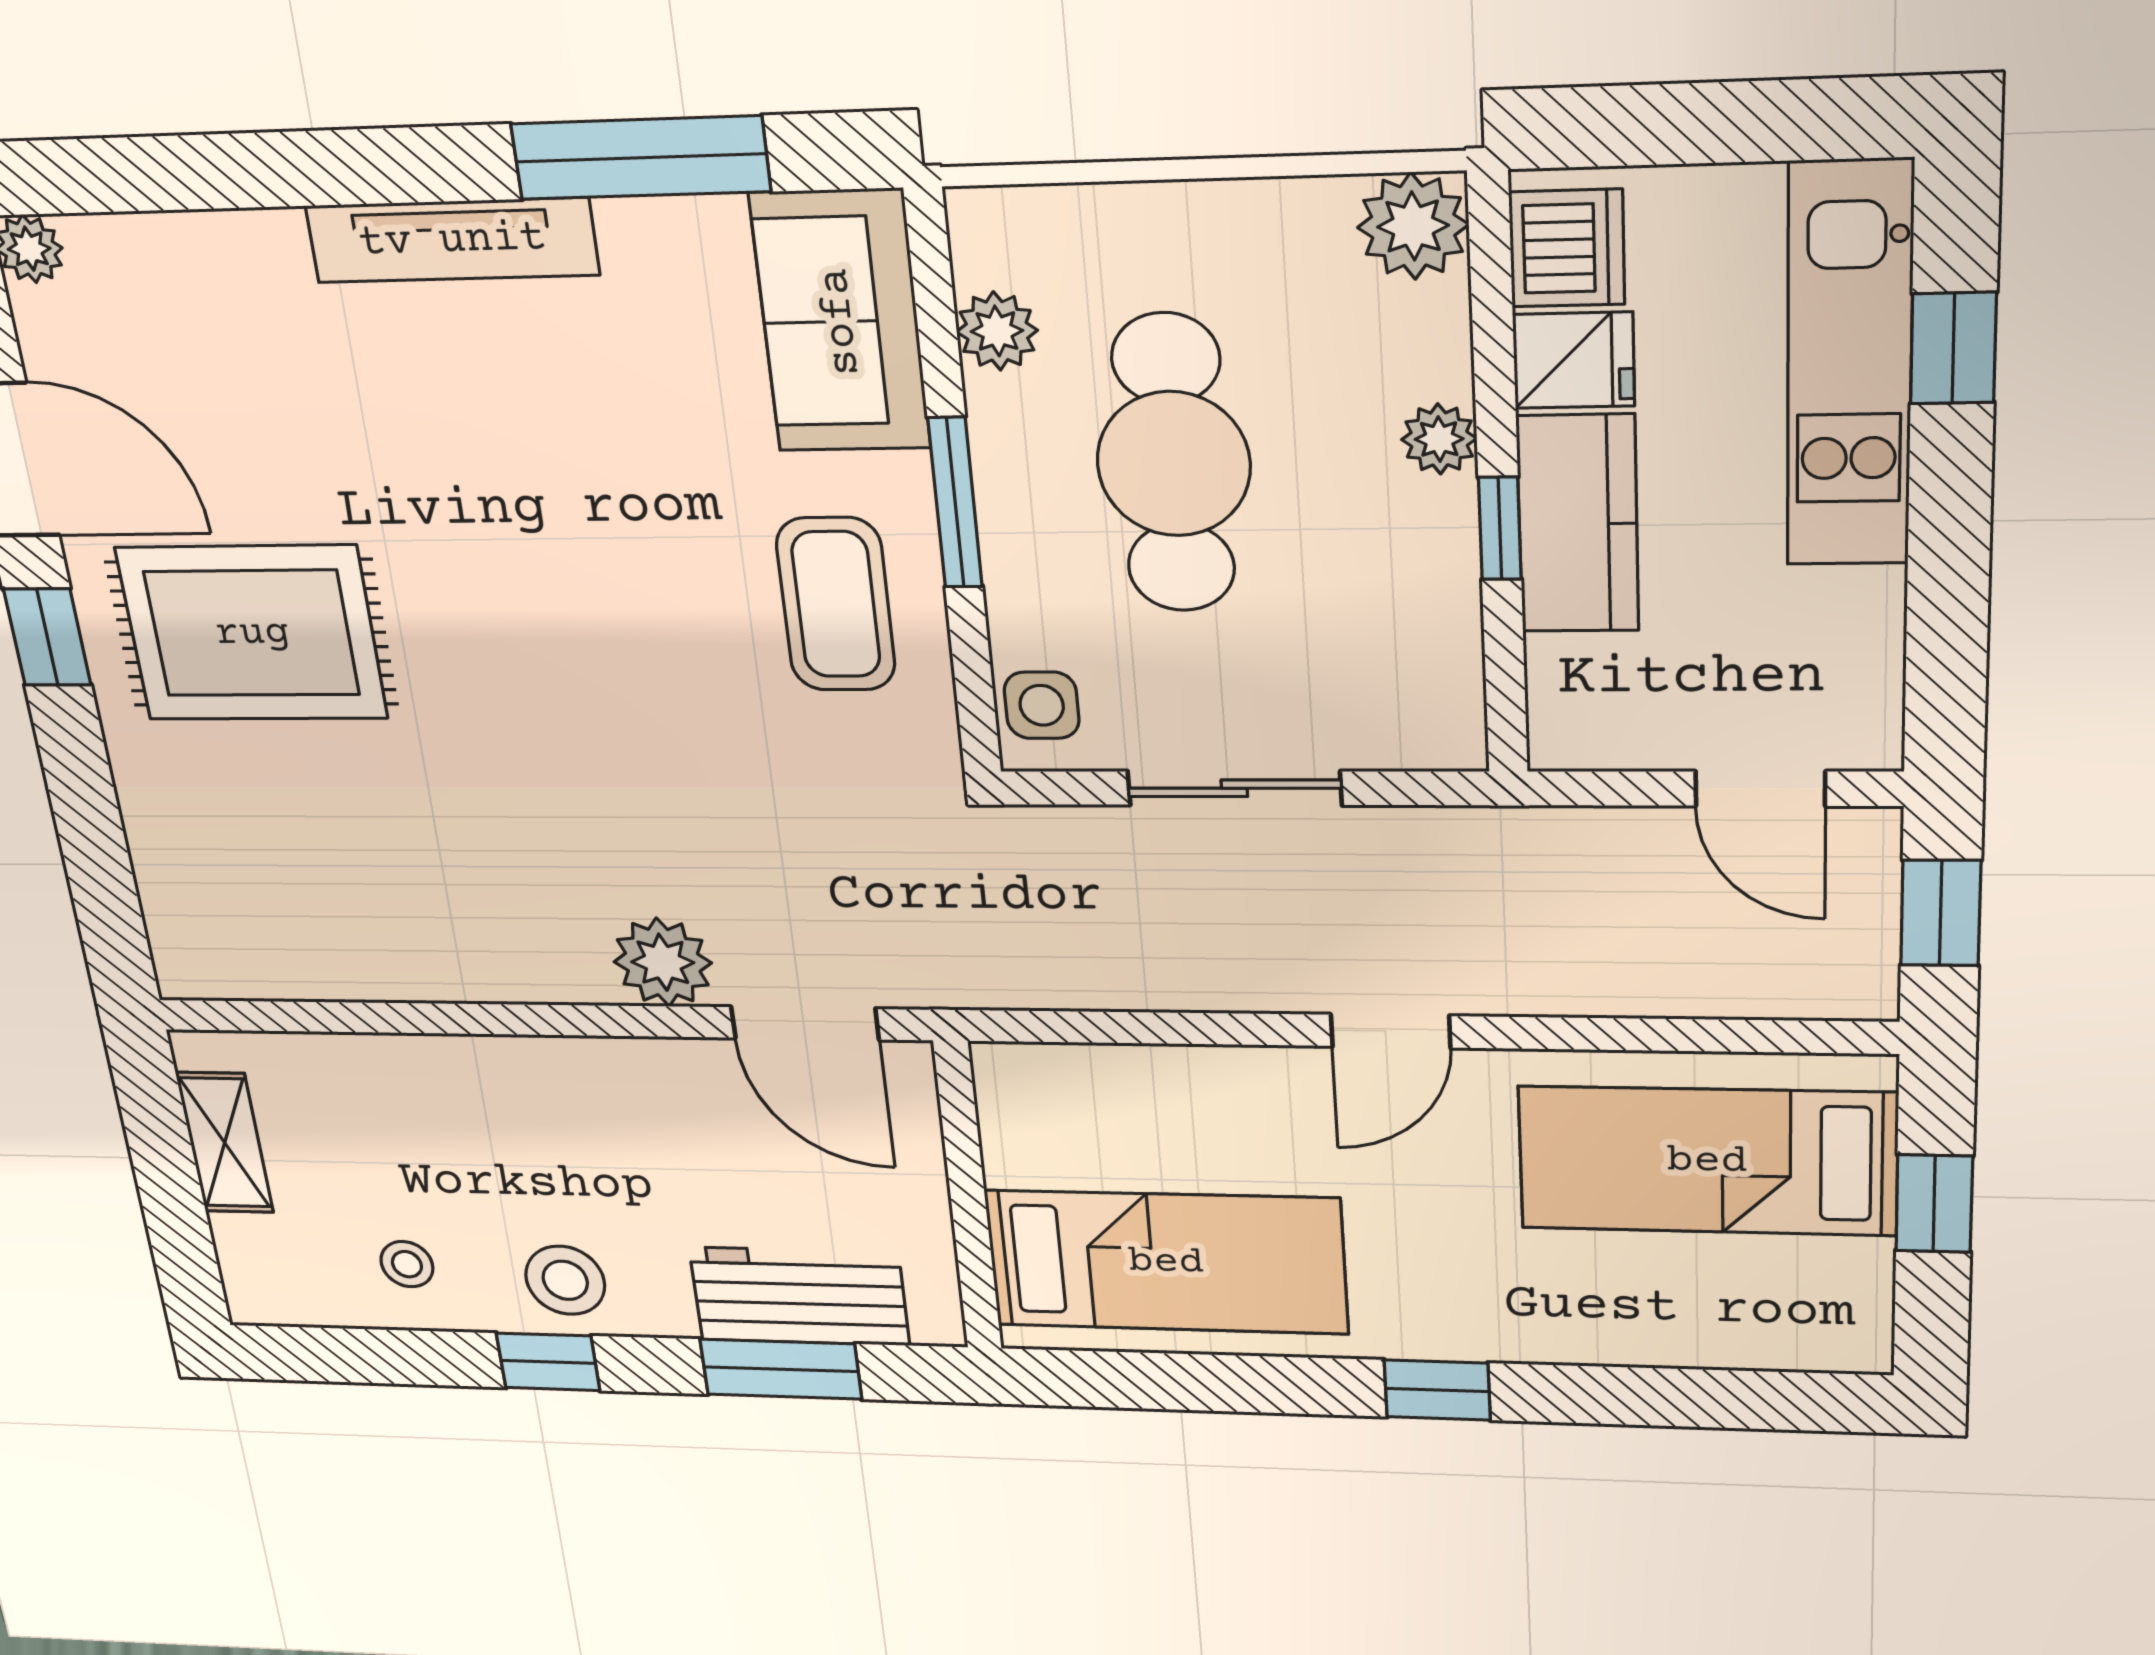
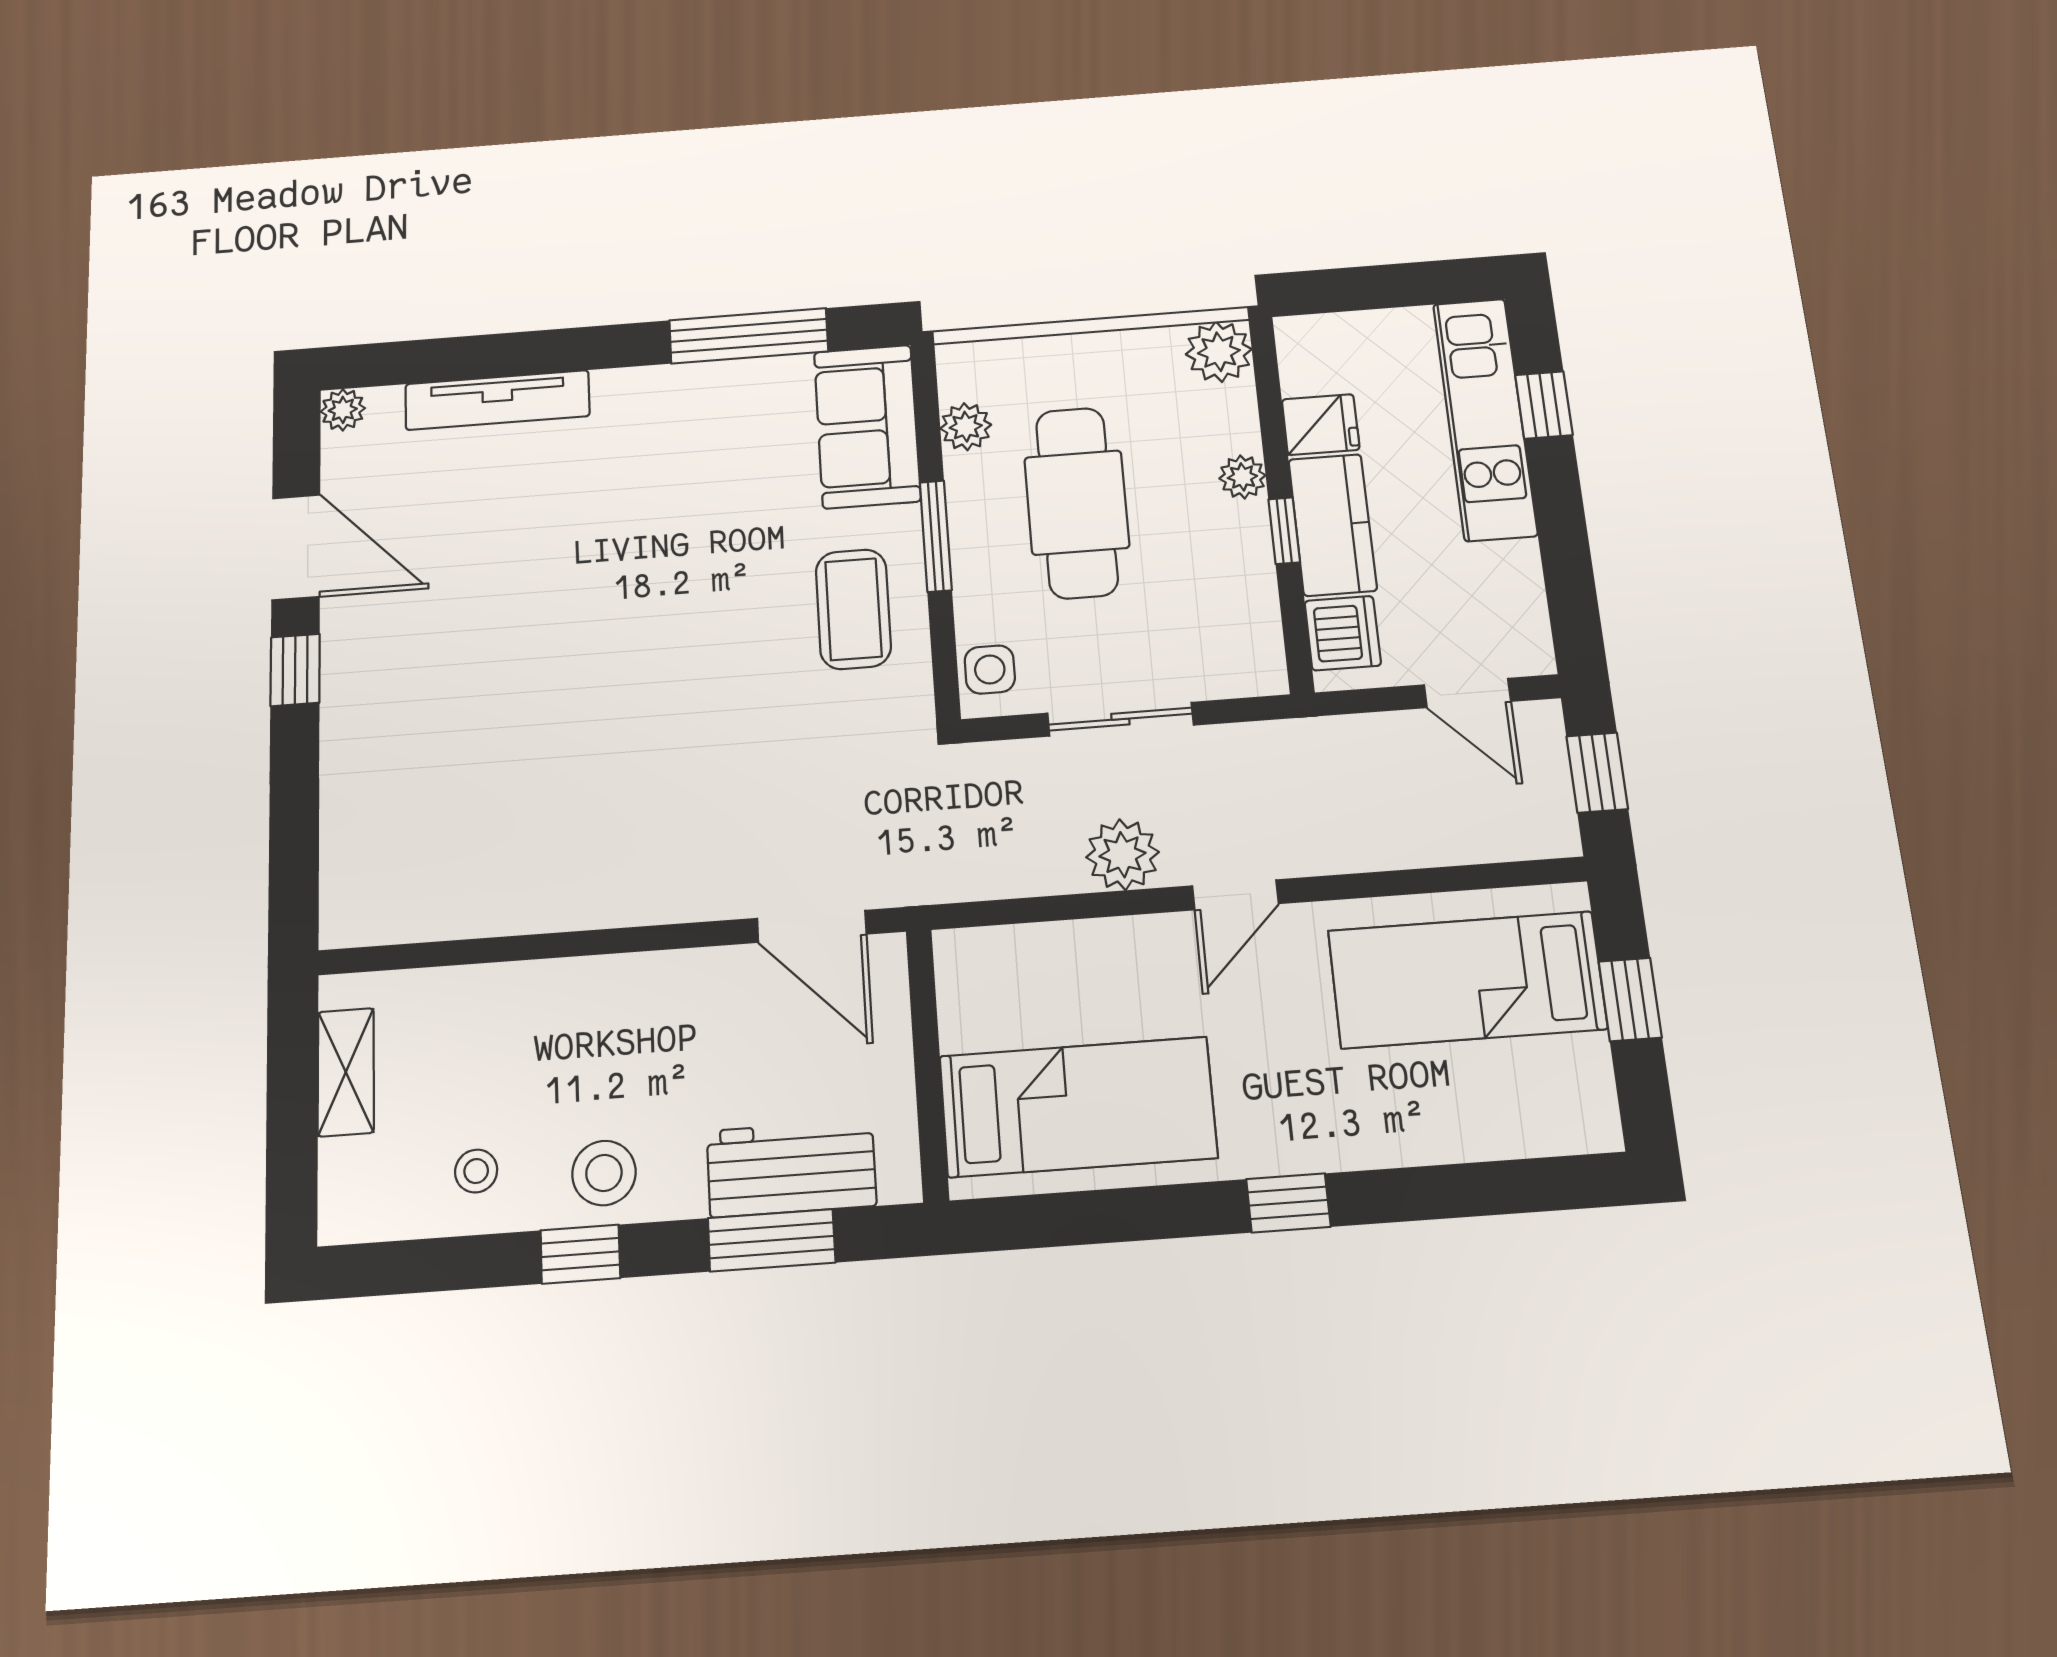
tv unit: (452, 240) -> (497, 400), moved
dishwasher: (1567, 248) -> (1343, 633), moved
rug: (252, 633) -> (444, 657), removed
plant: (663, 962) -> (1123, 855), moved

